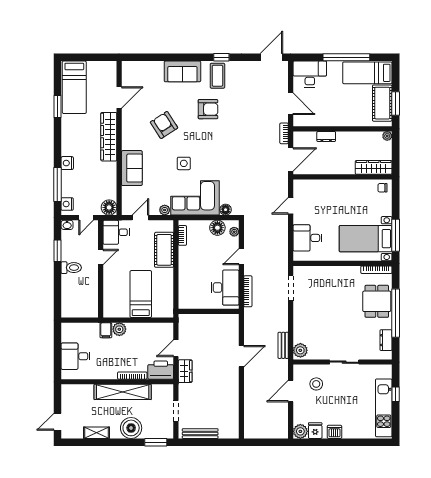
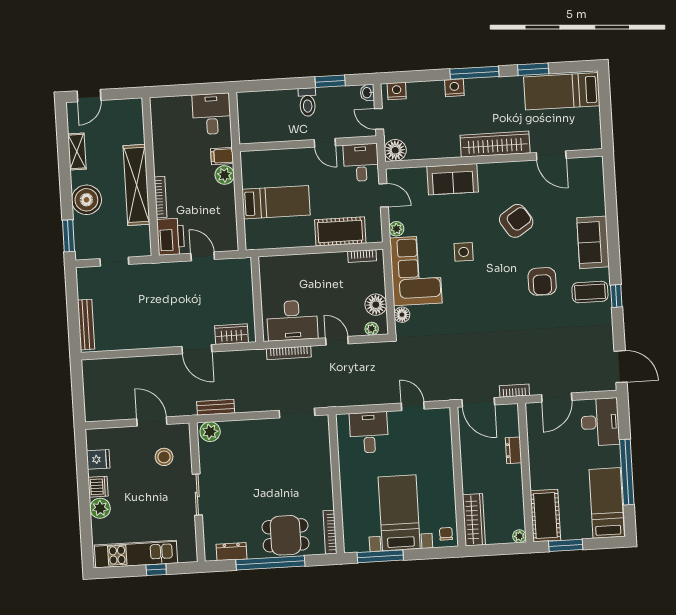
cot: (382, 103) -> (545, 516), moved, turned 90
window: (57, 184) -> (474, 73), moved
bed with nightstands: (366, 239) -> (399, 513), moved
desk: (76, 356) -> (212, 114), moved
wardrobe: (185, 371) -> (231, 334), moved, turned 180
door: (57, 422) -> (89, 96), swing flipped
plant: (300, 431) -> (100, 508), moved
bench: (200, 434) -> (86, 325), moved

